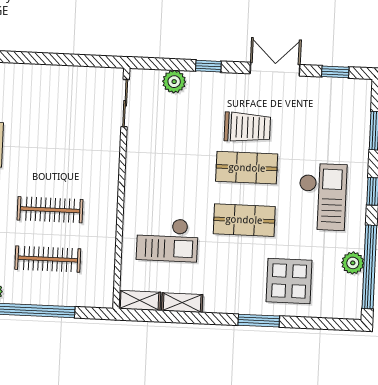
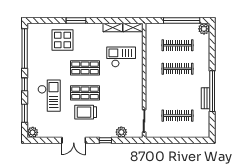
window: (335, 72) -> (45, 140), removed
clothes rail: (54, 111) -> (177, 116), added
checkout: (322, 197) -> (49, 96), moved, turned 180
plant: (353, 263) -> (33, 132), moved

